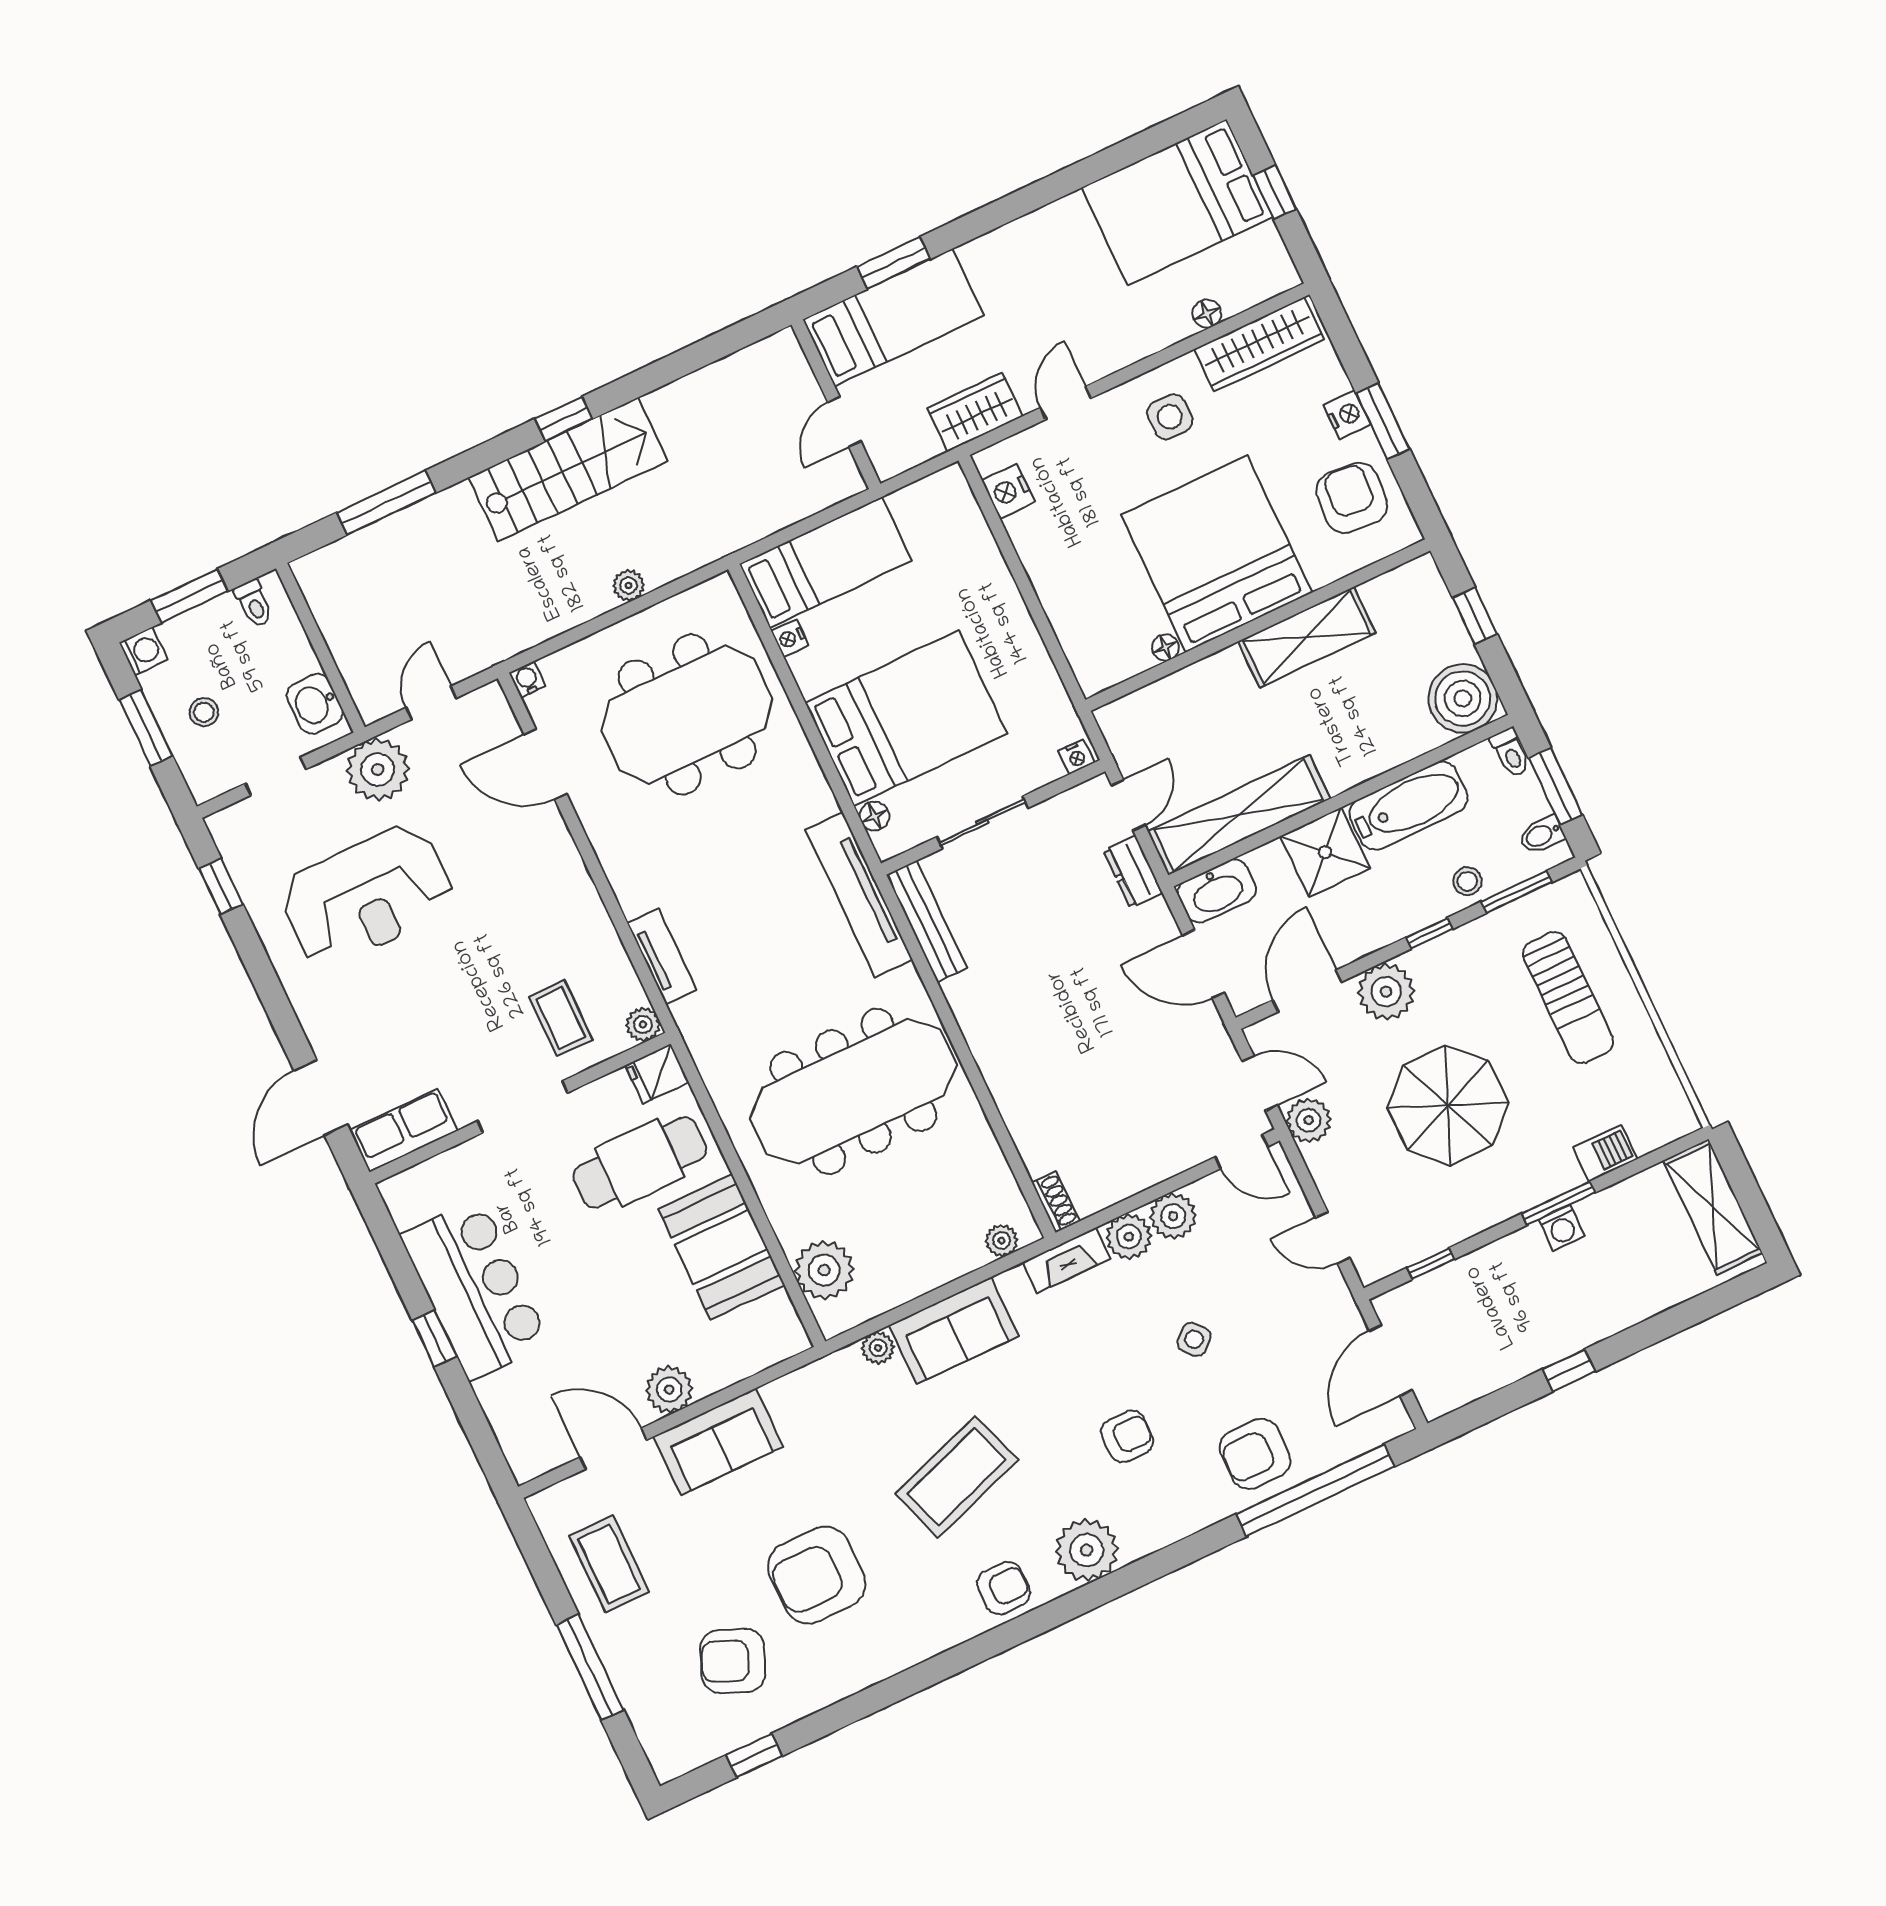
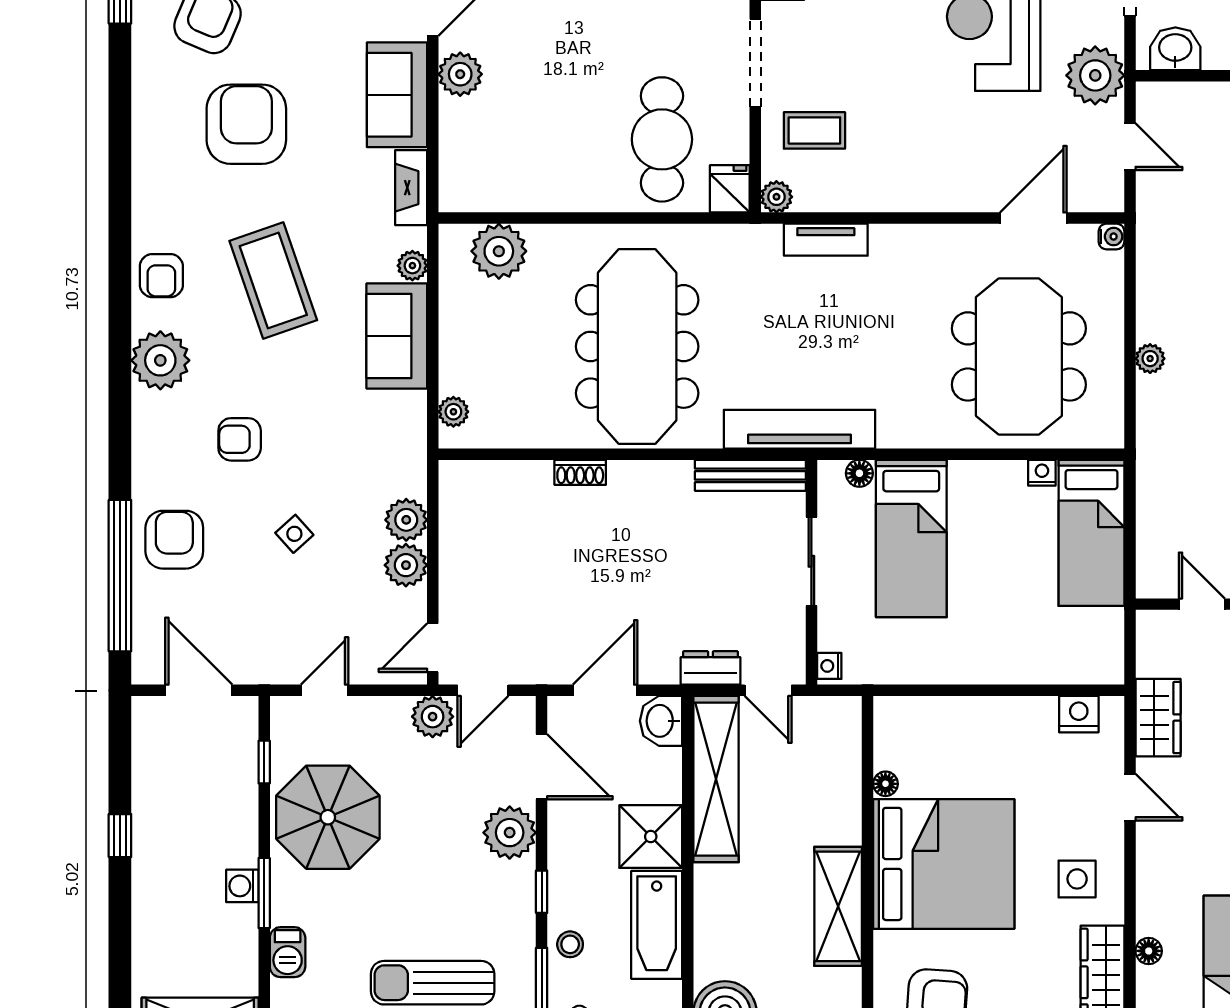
bed: (906, 718) -> (911, 539), width x0.67
washbasin: (1217, 891) -> (661, 721), width x0.72
parasol: (1448, 1105) -> (328, 817), moved
shoe rack: (1056, 1202) -> (580, 472), moved
booth: (721, 1247) -> (559, 174), removed
fireplace: (1066, 1260) -> (411, 188), moved
armchair: (1127, 1436) -> (240, 439), turned 90

